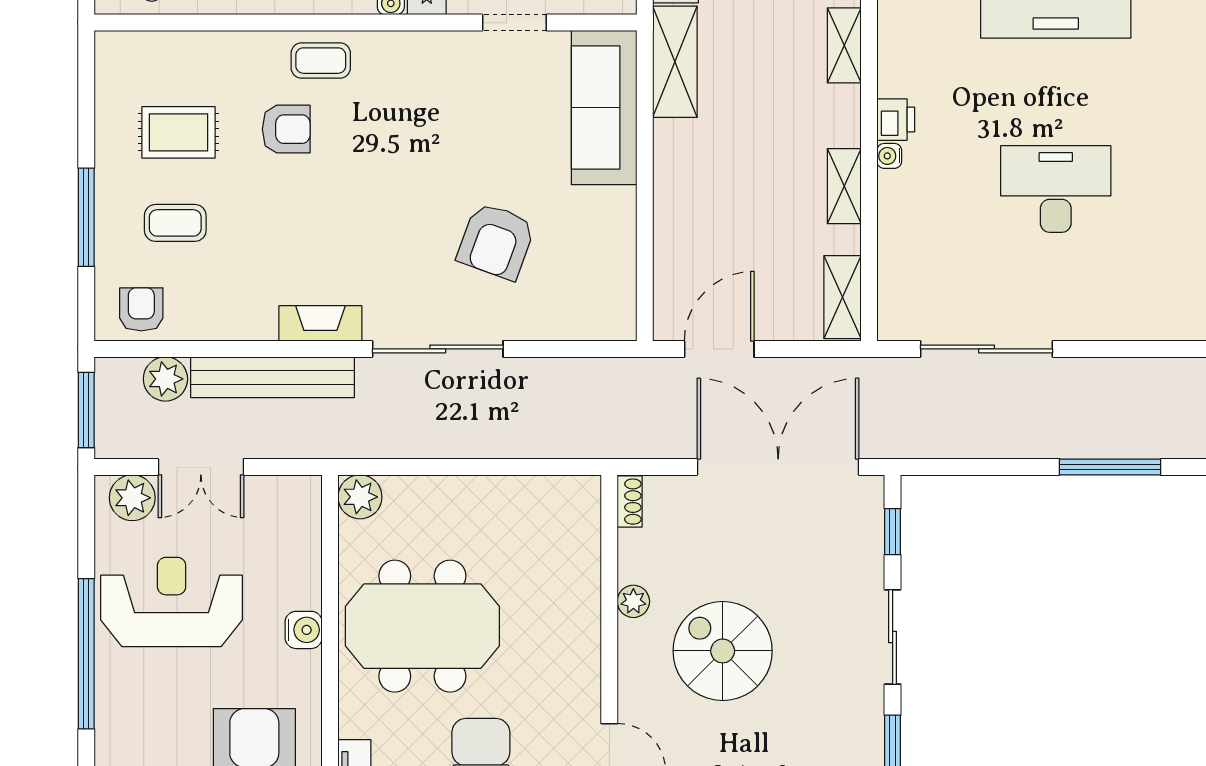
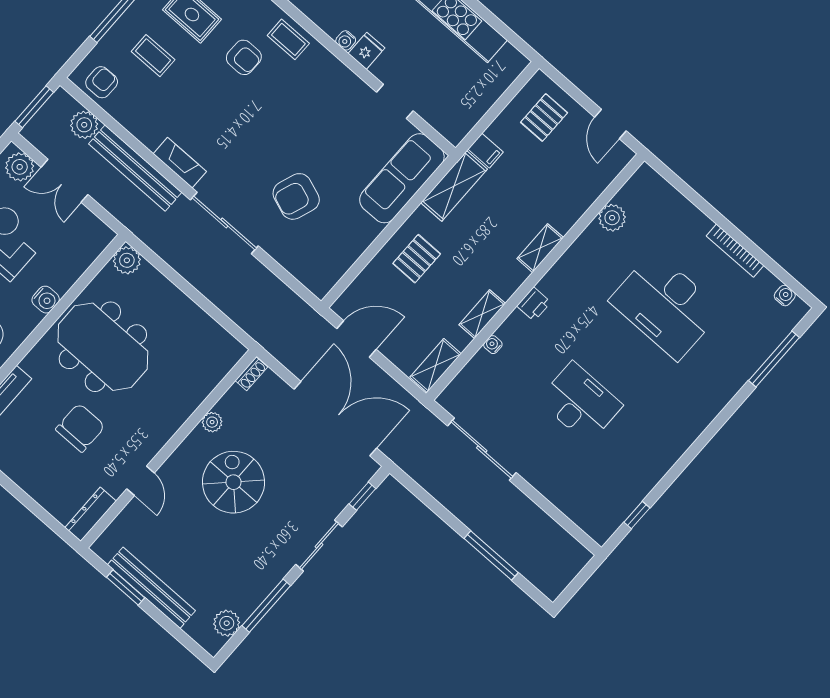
water cooler: (889, 156) -> (493, 345), moved
pallet: (707, 189) -> (417, 259), added

